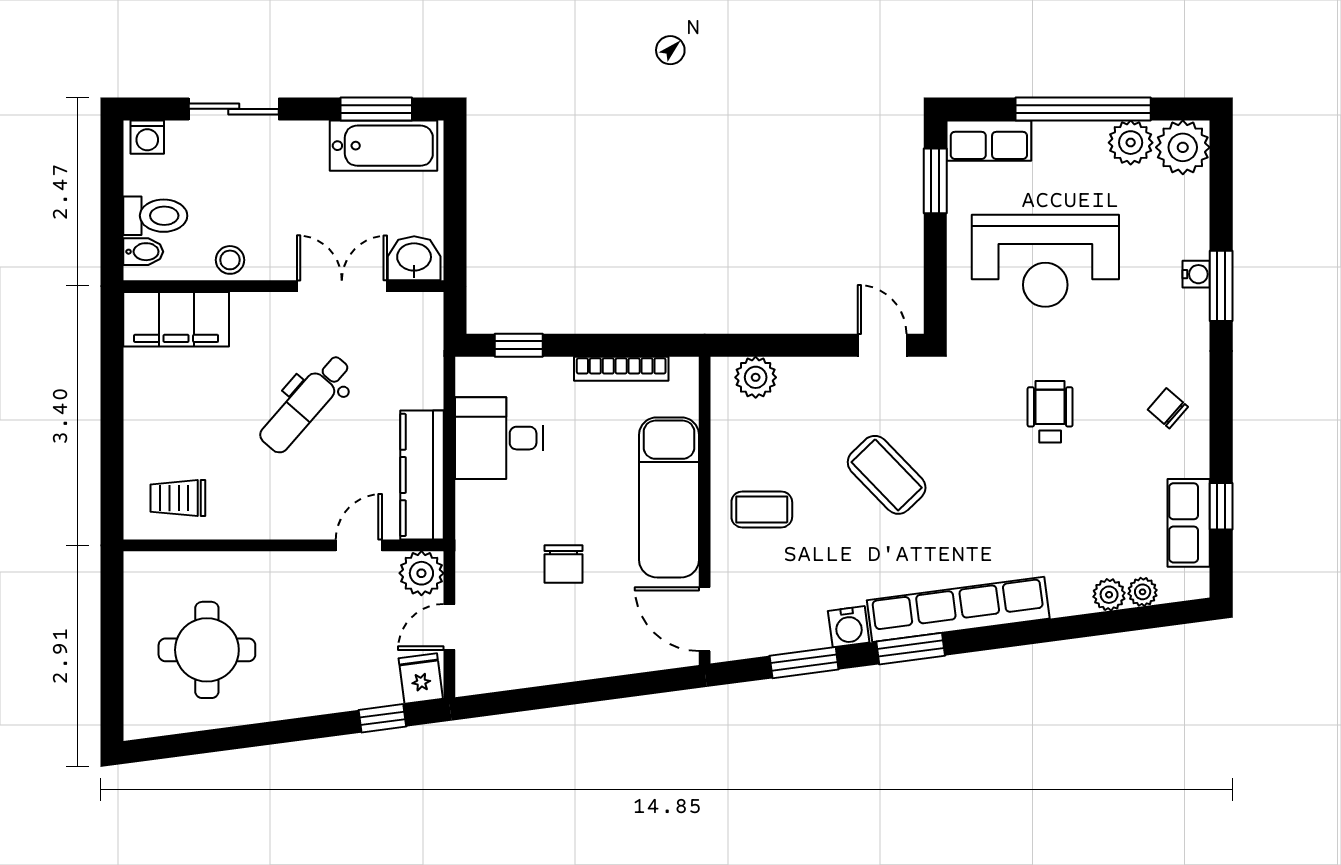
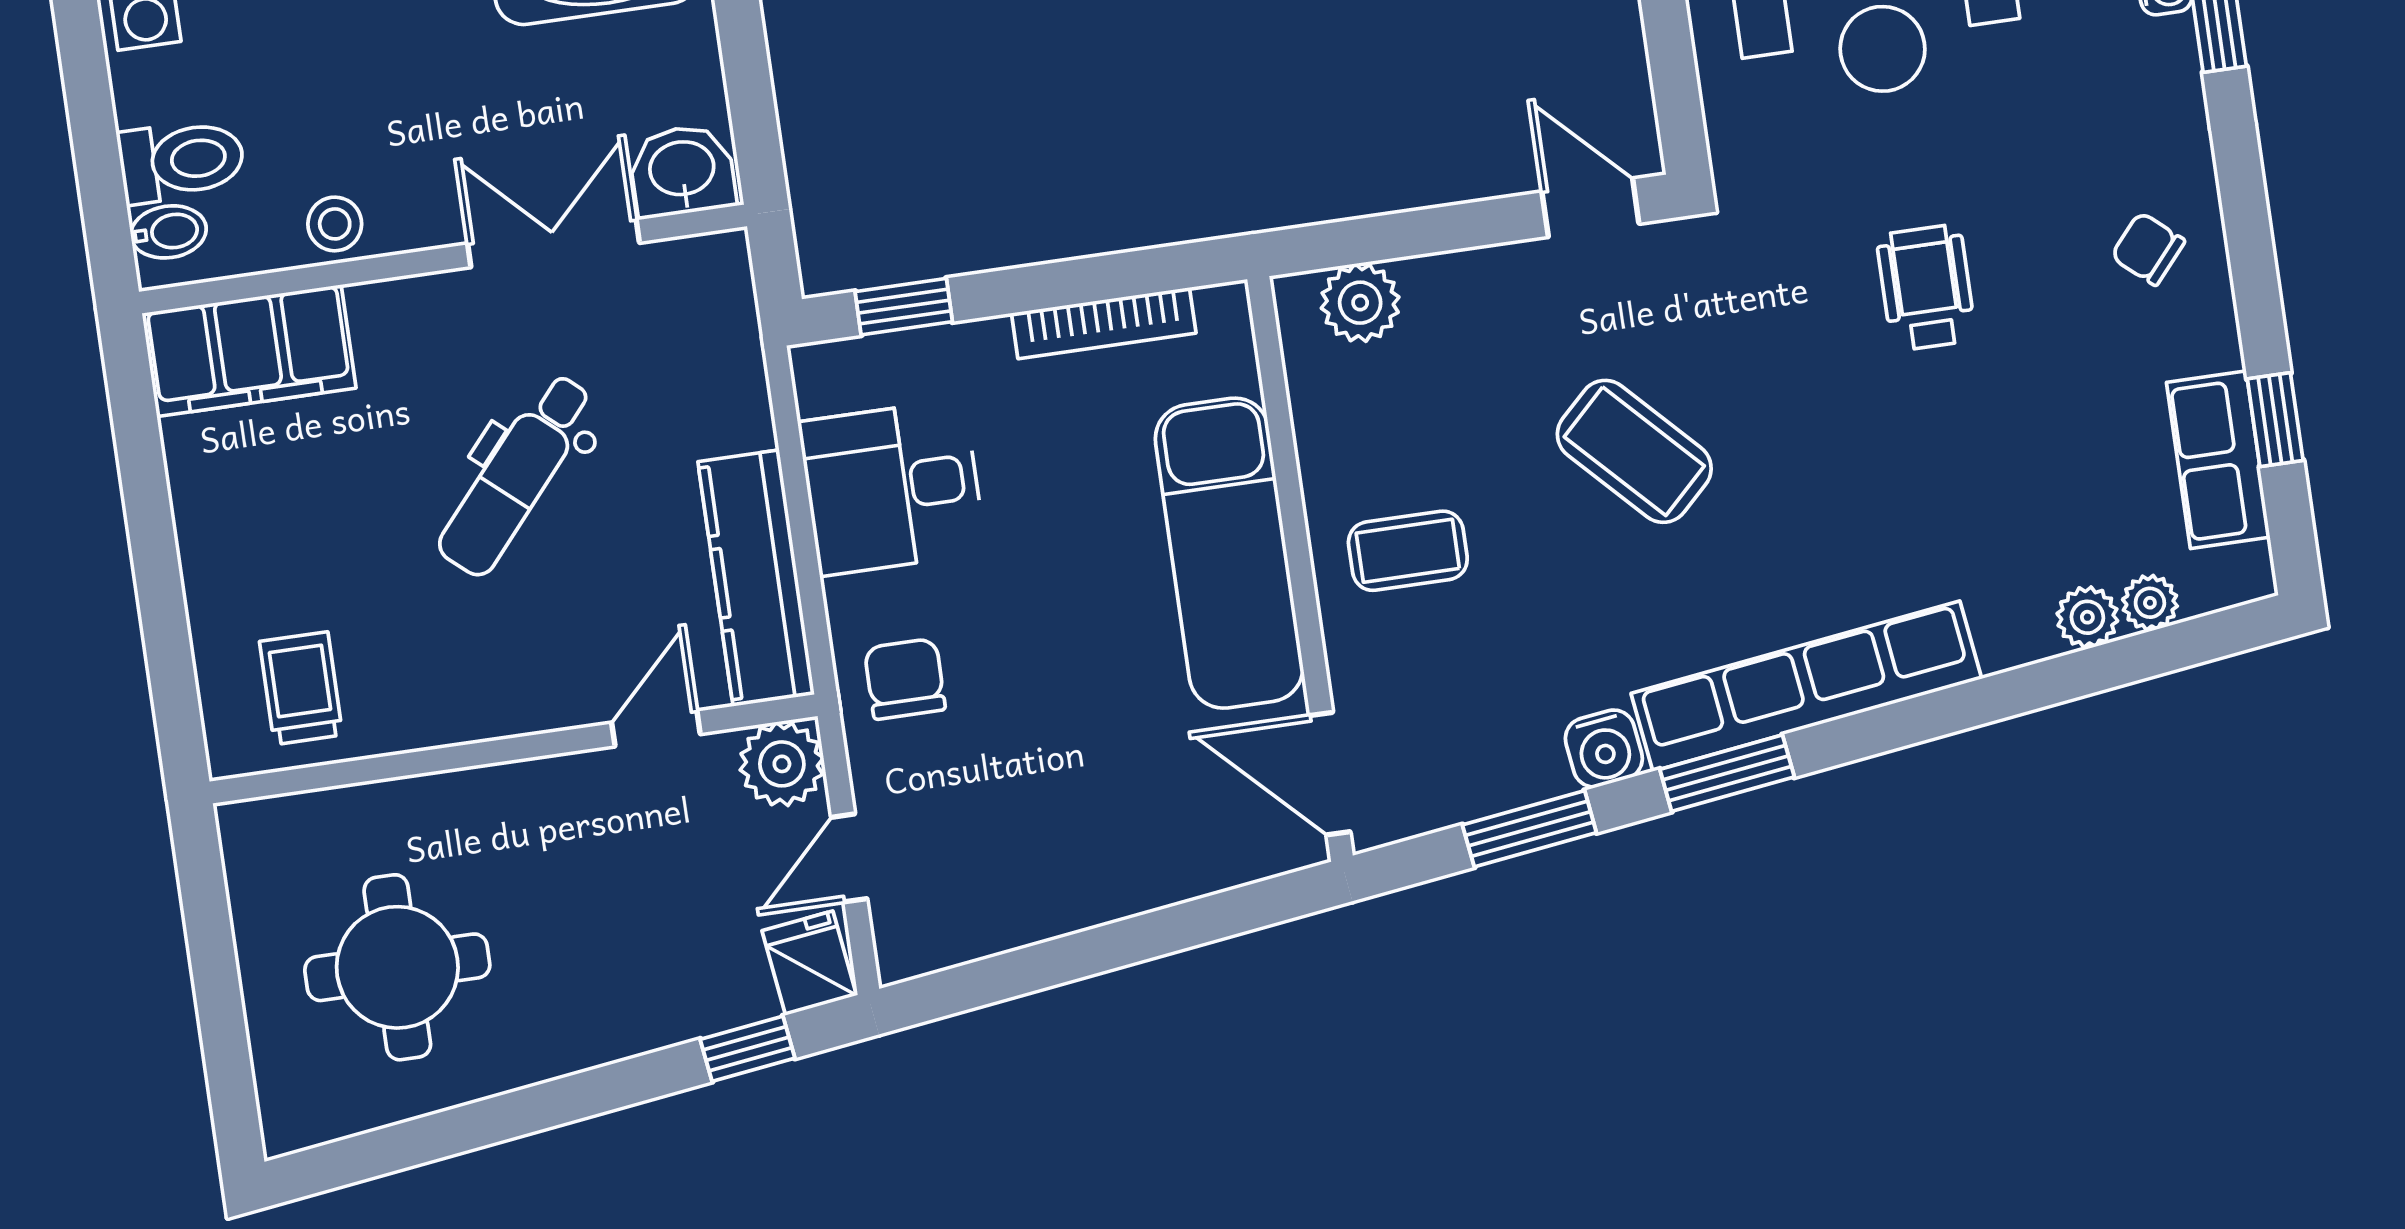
trolley: (178, 498) -> (301, 688), turned 90
chair: (564, 564) -> (905, 679), moved, turned 180

